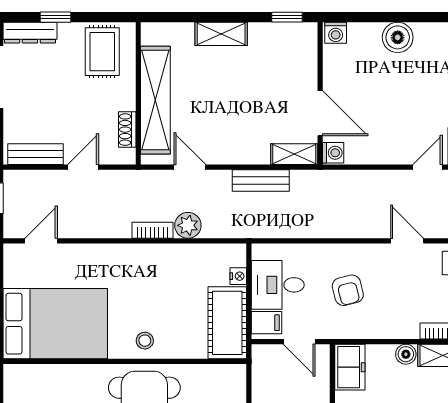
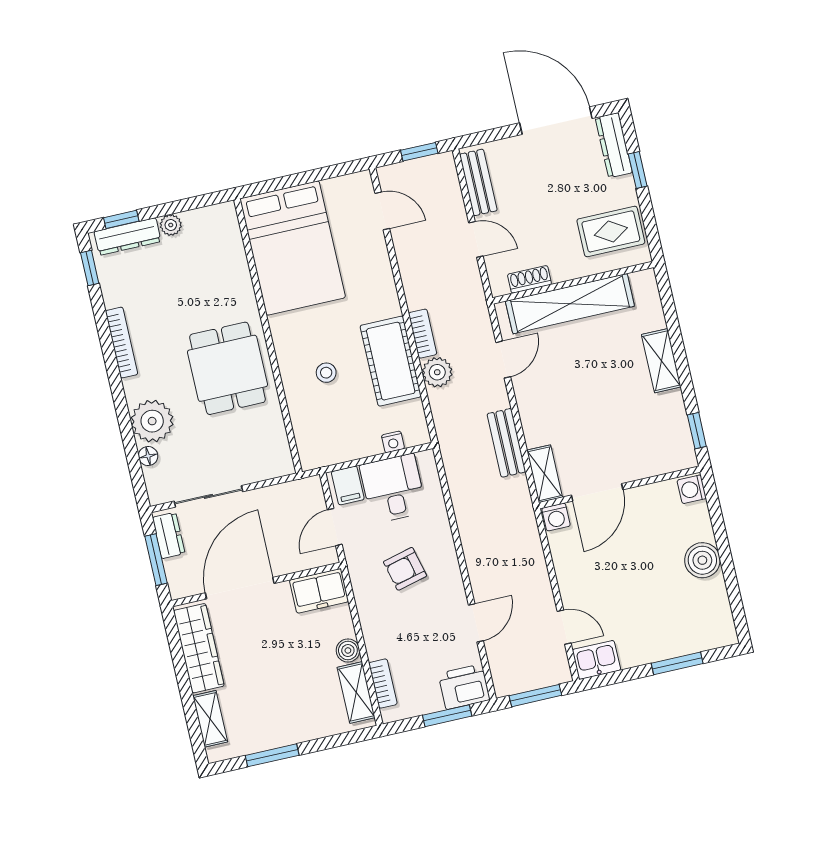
cot: (227, 323) -> (391, 361), moved, turned 90
stool: (145, 341) -> (326, 373), moved

